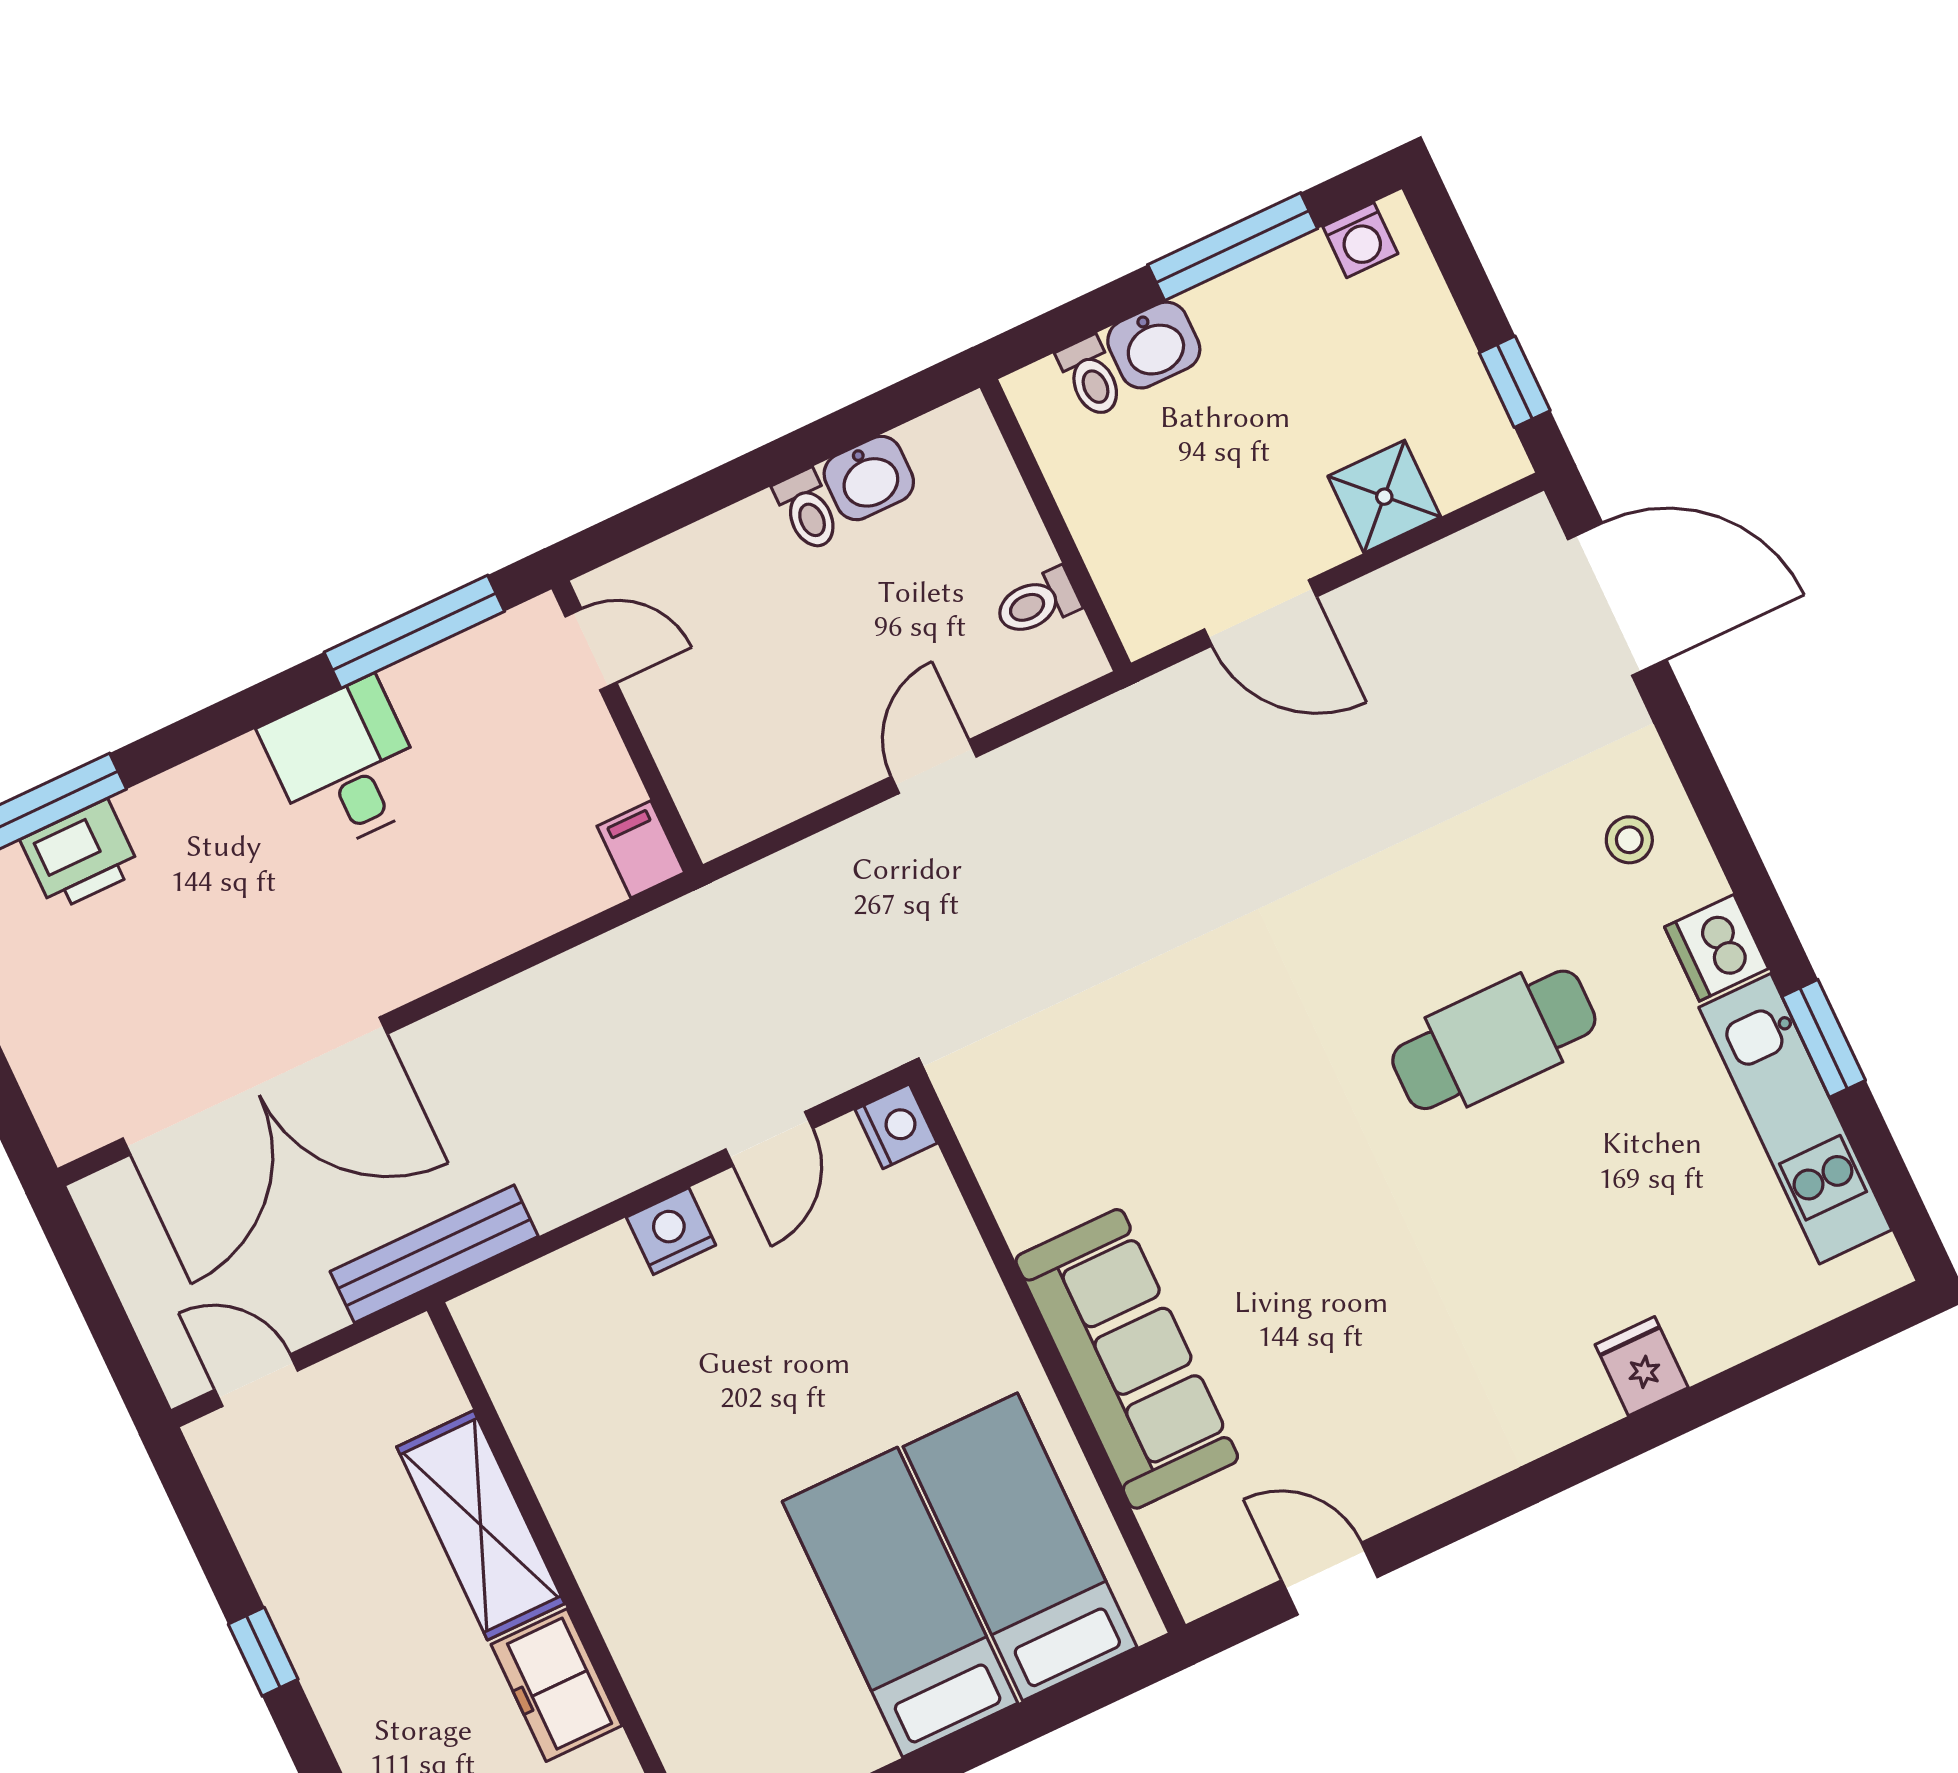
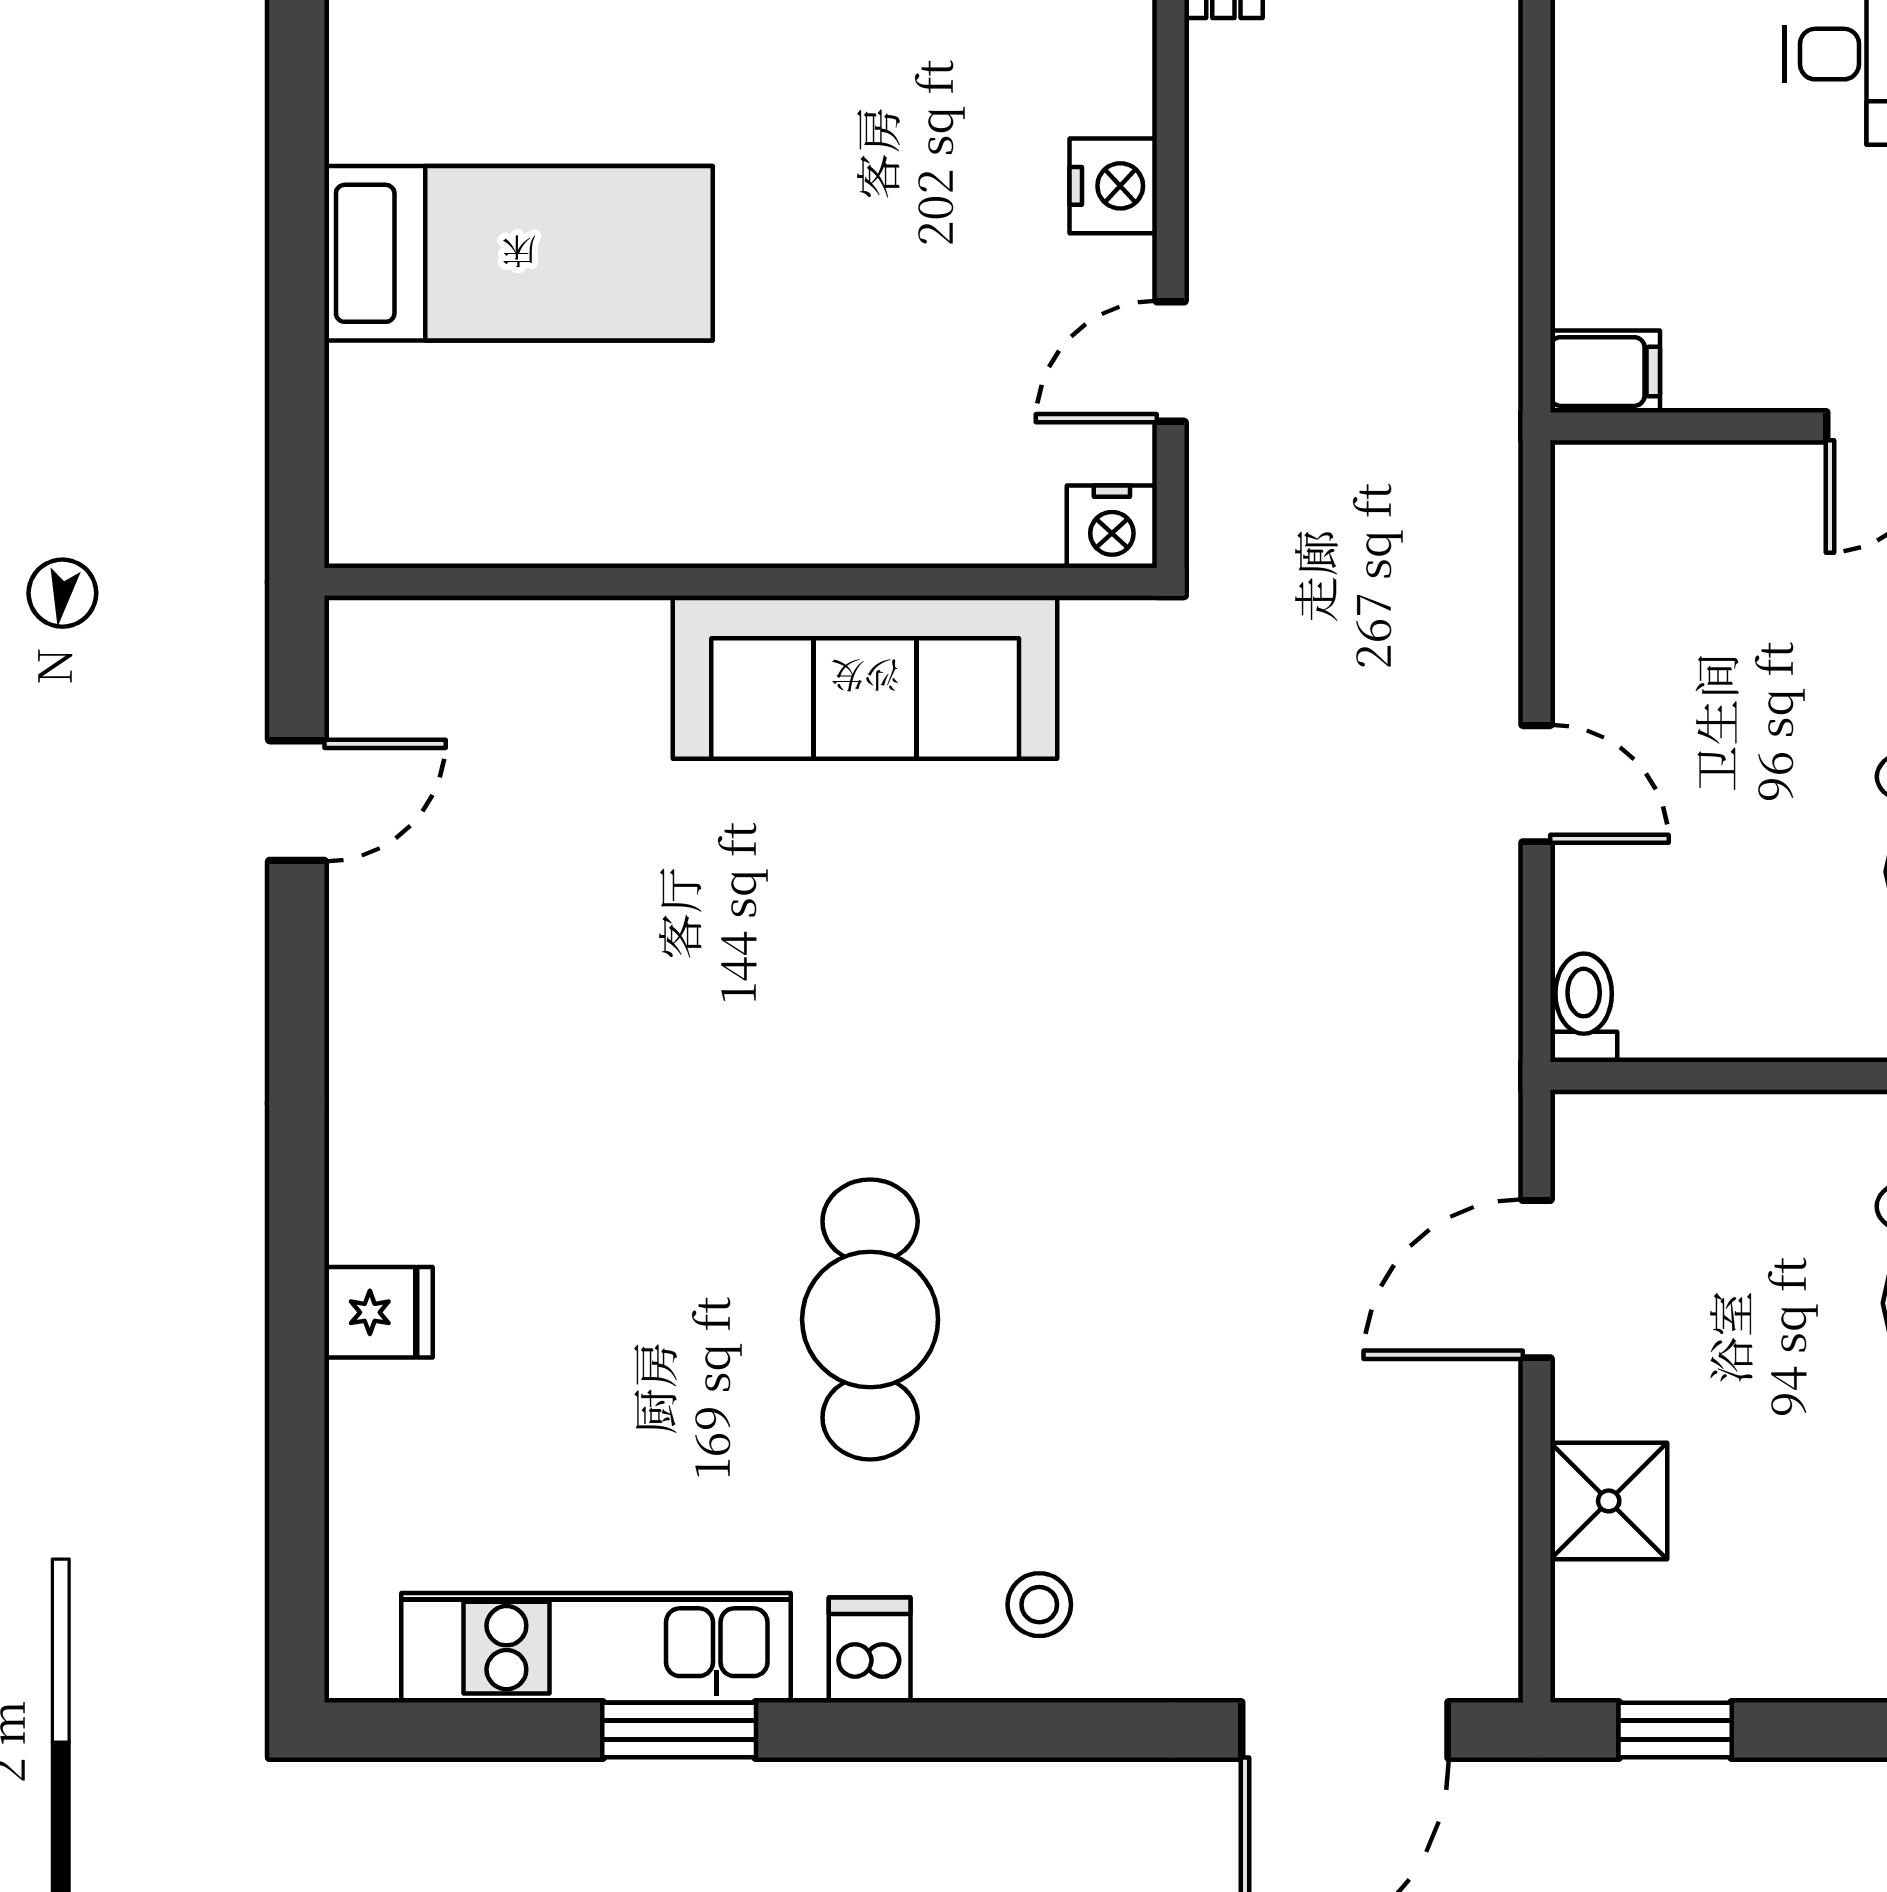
toilet: (1037, 603) -> (1584, 1008), moved
dishwasher: (1717, 948) -> (870, 1650), width x0.73
door: (769, 1139) -> (1171, 362), hinge flipped
sofa: (1127, 1359) -> (865, 677), moved
bed: (1020, 1547) -> (517, 435), removed

